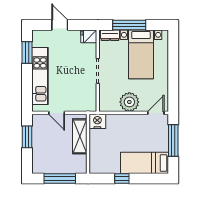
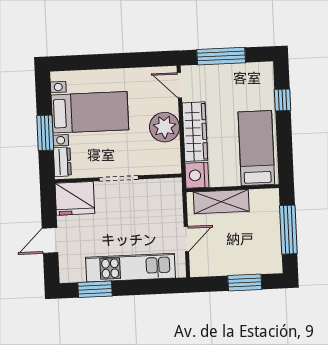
window: (129, 25) -> (45, 133), width x0.69
fridge: (89, 36) -> (75, 198), width x1.88, depth x1.34
wardrobe: (126, 121) -> (195, 132), added
window: (27, 137) -> (245, 282), moved
bed: (145, 163) -> (256, 148), moved, turned 180
window: (122, 179) -> (282, 100), moved

